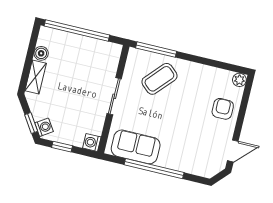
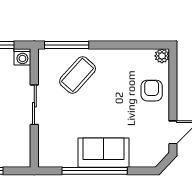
washing machine: (92, 142) -> (22, 57), moved, turned -90
sofa: (136, 147) -> (103, 153), moved

